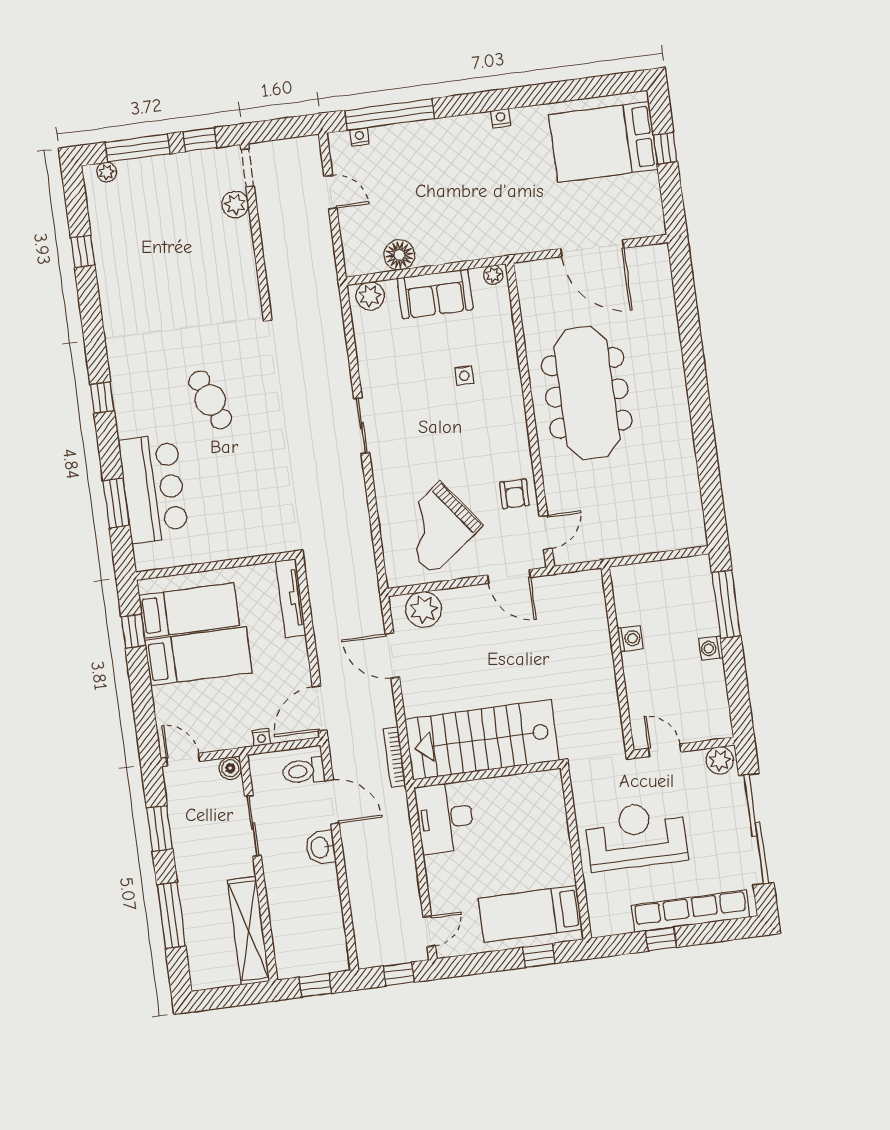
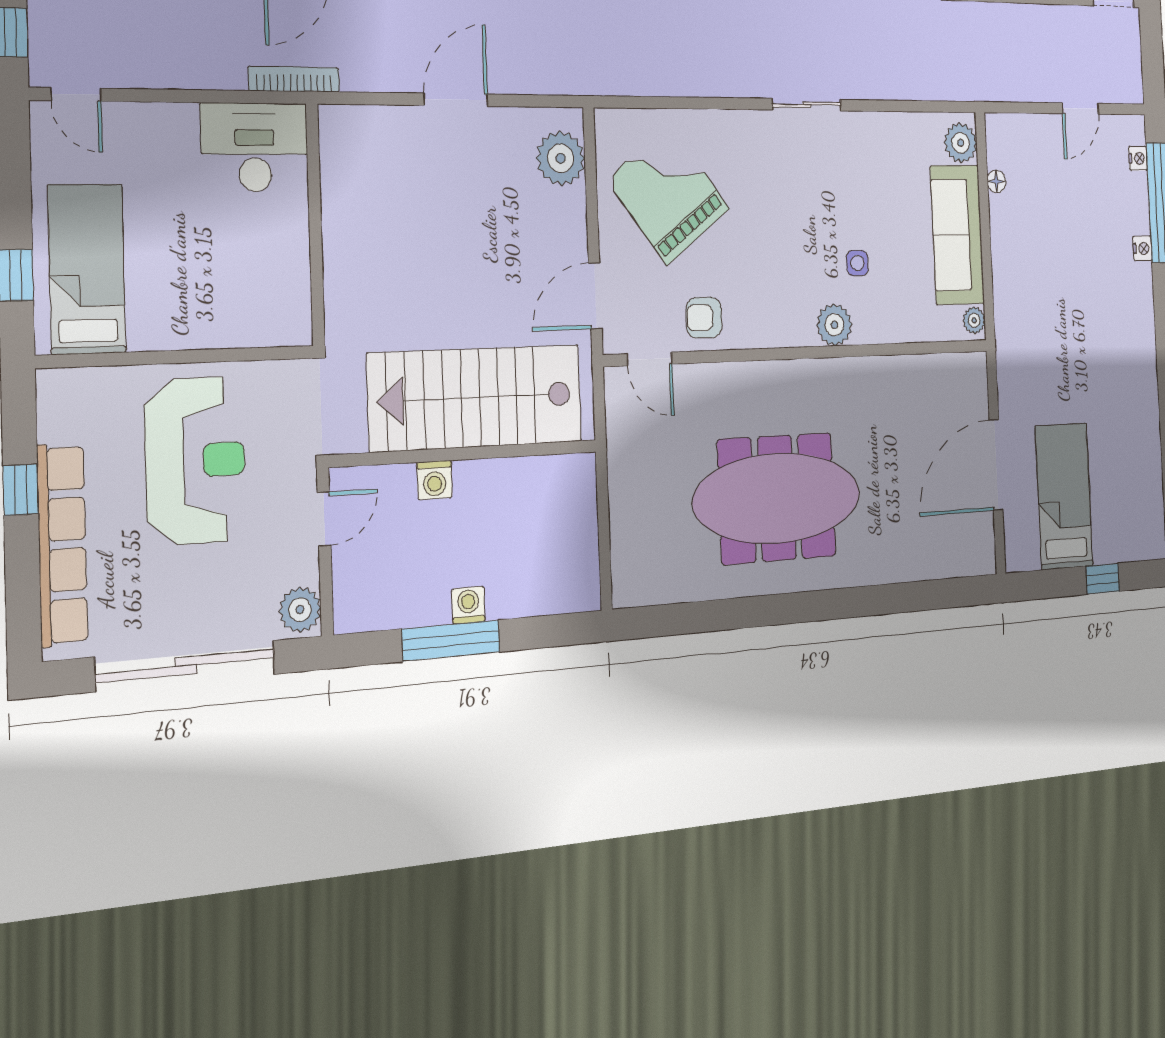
nightstand: (501, 118) -> (1142, 248), moved
bed: (603, 142) -> (1064, 496), moved, width x0.67
floor lamp: (399, 255) -> (996, 181), width x0.53, depth x0.53
sofa: (435, 294) -> (957, 235), width x1.36
plant: (508, 391) -> (834, 325), added
meeting table: (587, 393) -> (777, 498), moved
window: (726, 604) -> (451, 641), moved
washing machine: (630, 639) -> (435, 480), moved
door: (392, 656) -> (456, 100), moved
stairs: (482, 740) -> (476, 398), moved, turned -90
bookcase: (395, 757) -> (294, 79), moved

